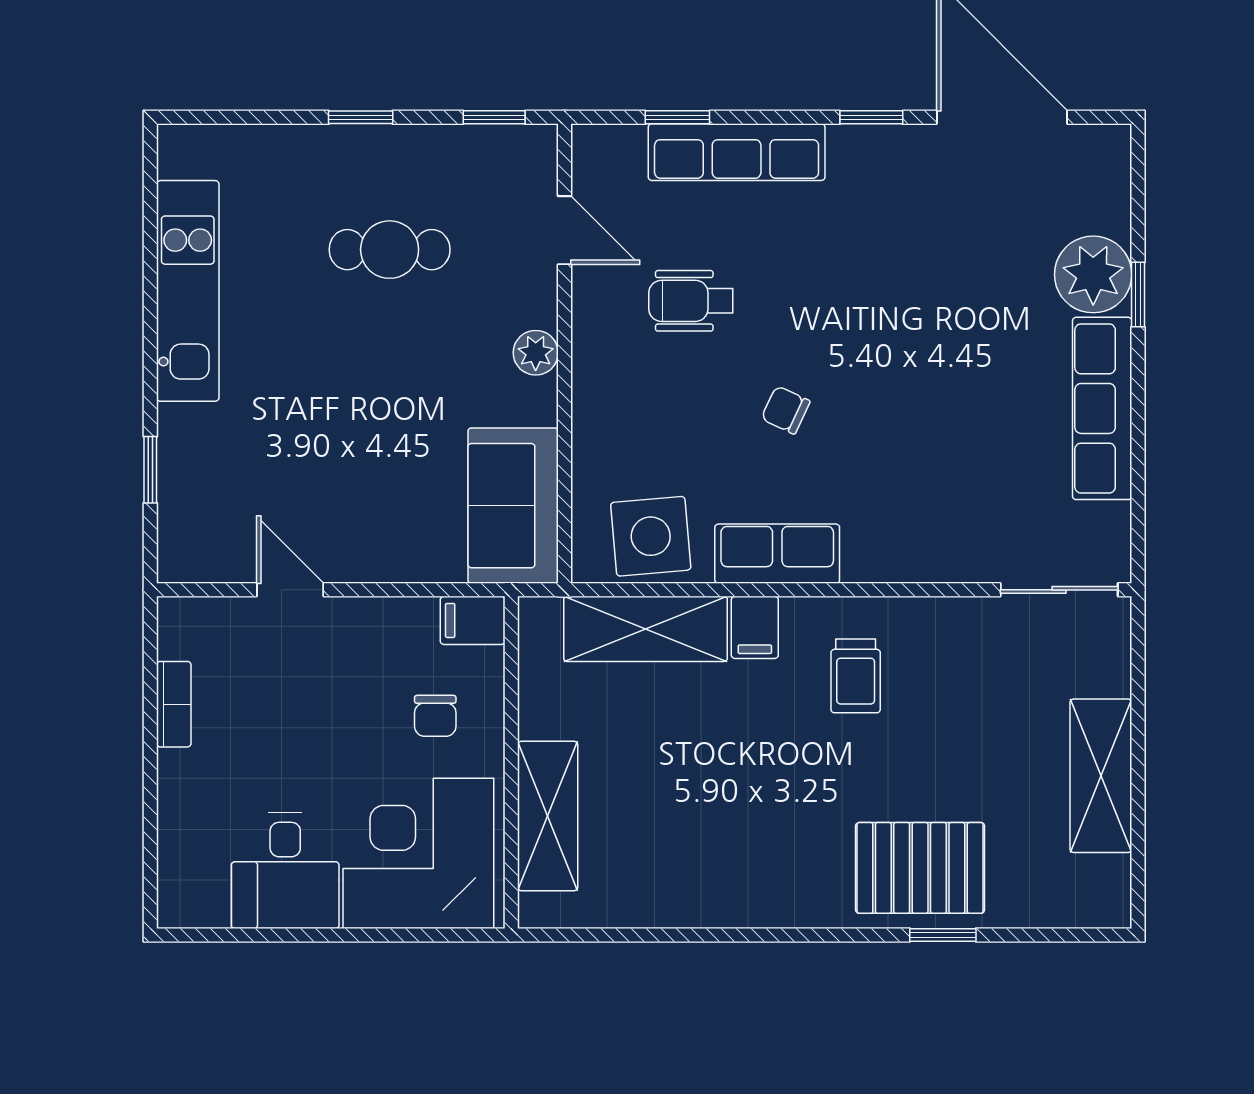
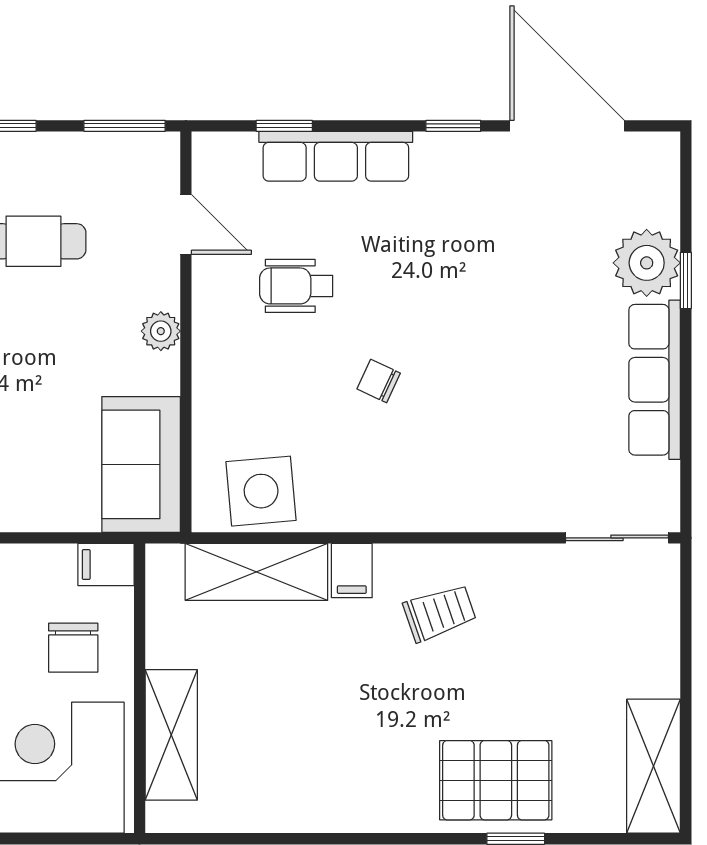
window: (494, 117) -> (125, 126), width x1.50
row of seats: (777, 554) -> (371, 506), removed
trolley: (856, 676) -> (440, 613), turned -109
chair: (435, 716) -> (73, 648), width x1.37, depth x1.37
shelving: (1101, 776) -> (653, 766), moved

